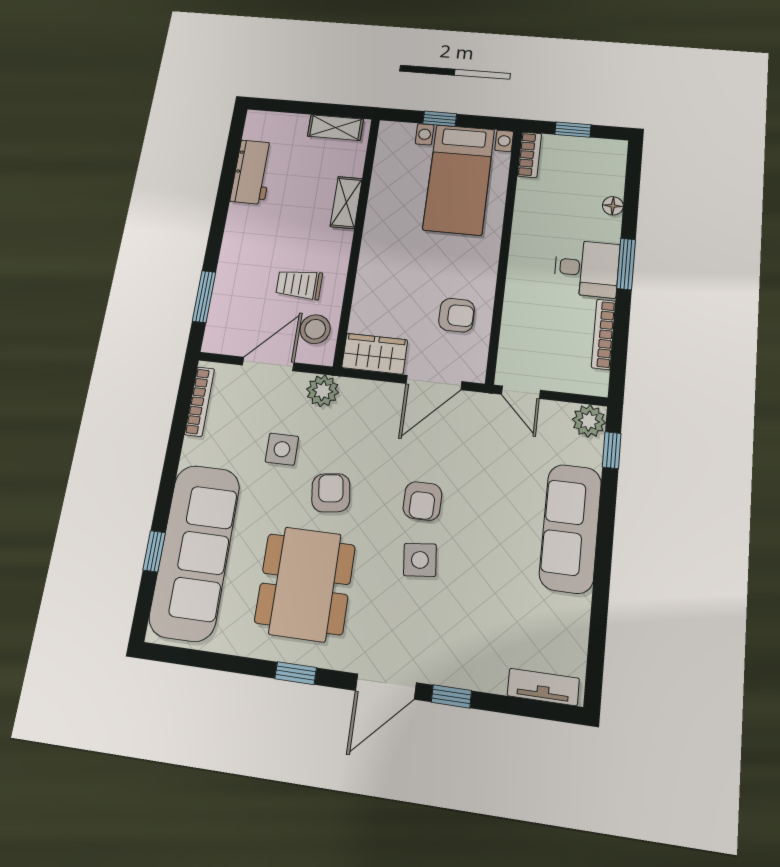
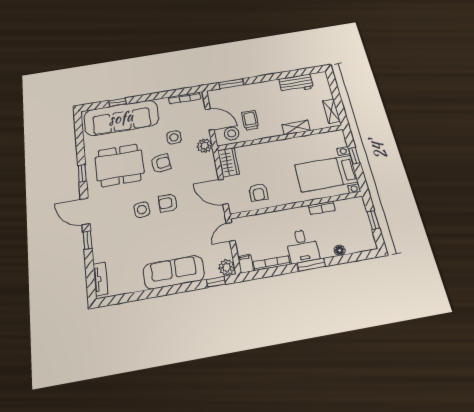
bookcase: (529, 155) -> (322, 208), moved
filing cabinet: (591, 383) -> (245, 264), added

